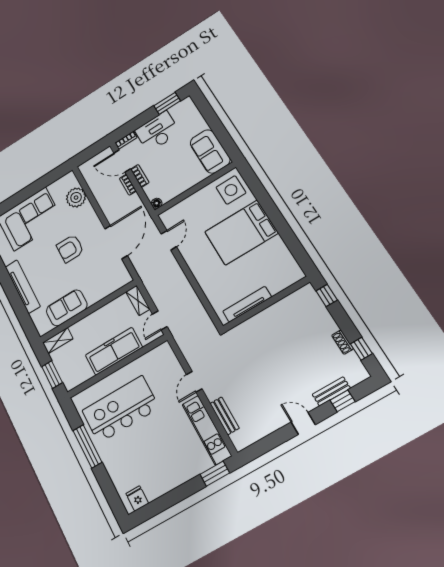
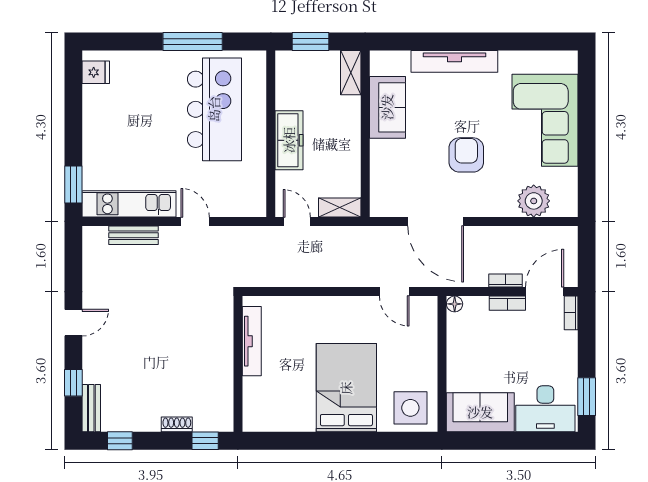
desk: (157, 132) -> (545, 409), moved, turned 90
shoe rack: (342, 342) -> (177, 424), moved
freezer: (114, 351) -> (289, 140), width x0.73, depth x0.79
bench: (331, 391) -> (91, 408), moved

